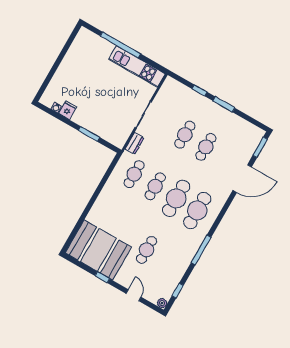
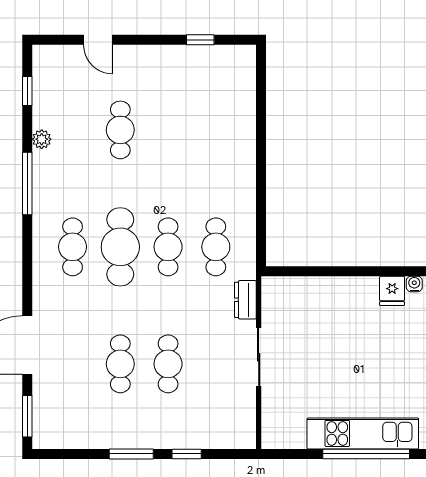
kitchen unit: (137, 66) -> (363, 433), moved
window: (89, 134) -> (332, 271), removed
cafe table: (197, 210) -> (73, 247), width x0.73, depth x0.74
booth: (98, 250) -> (202, 82), removed
window: (102, 277) -> (200, 40), moved
plant: (162, 303) -> (42, 139), moved

